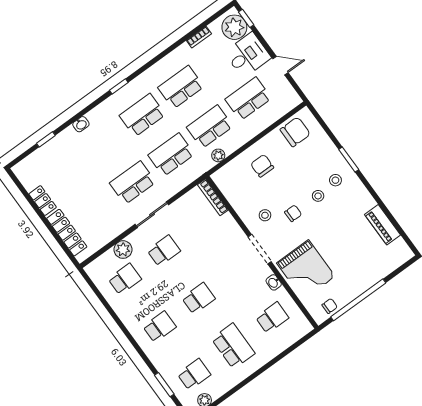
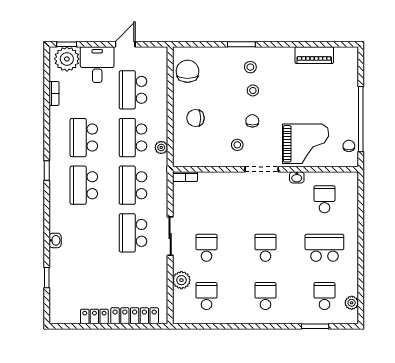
window: (119, 86) -> (47, 170), moved
bookcase: (213, 197) -> (185, 177), width x0.64

